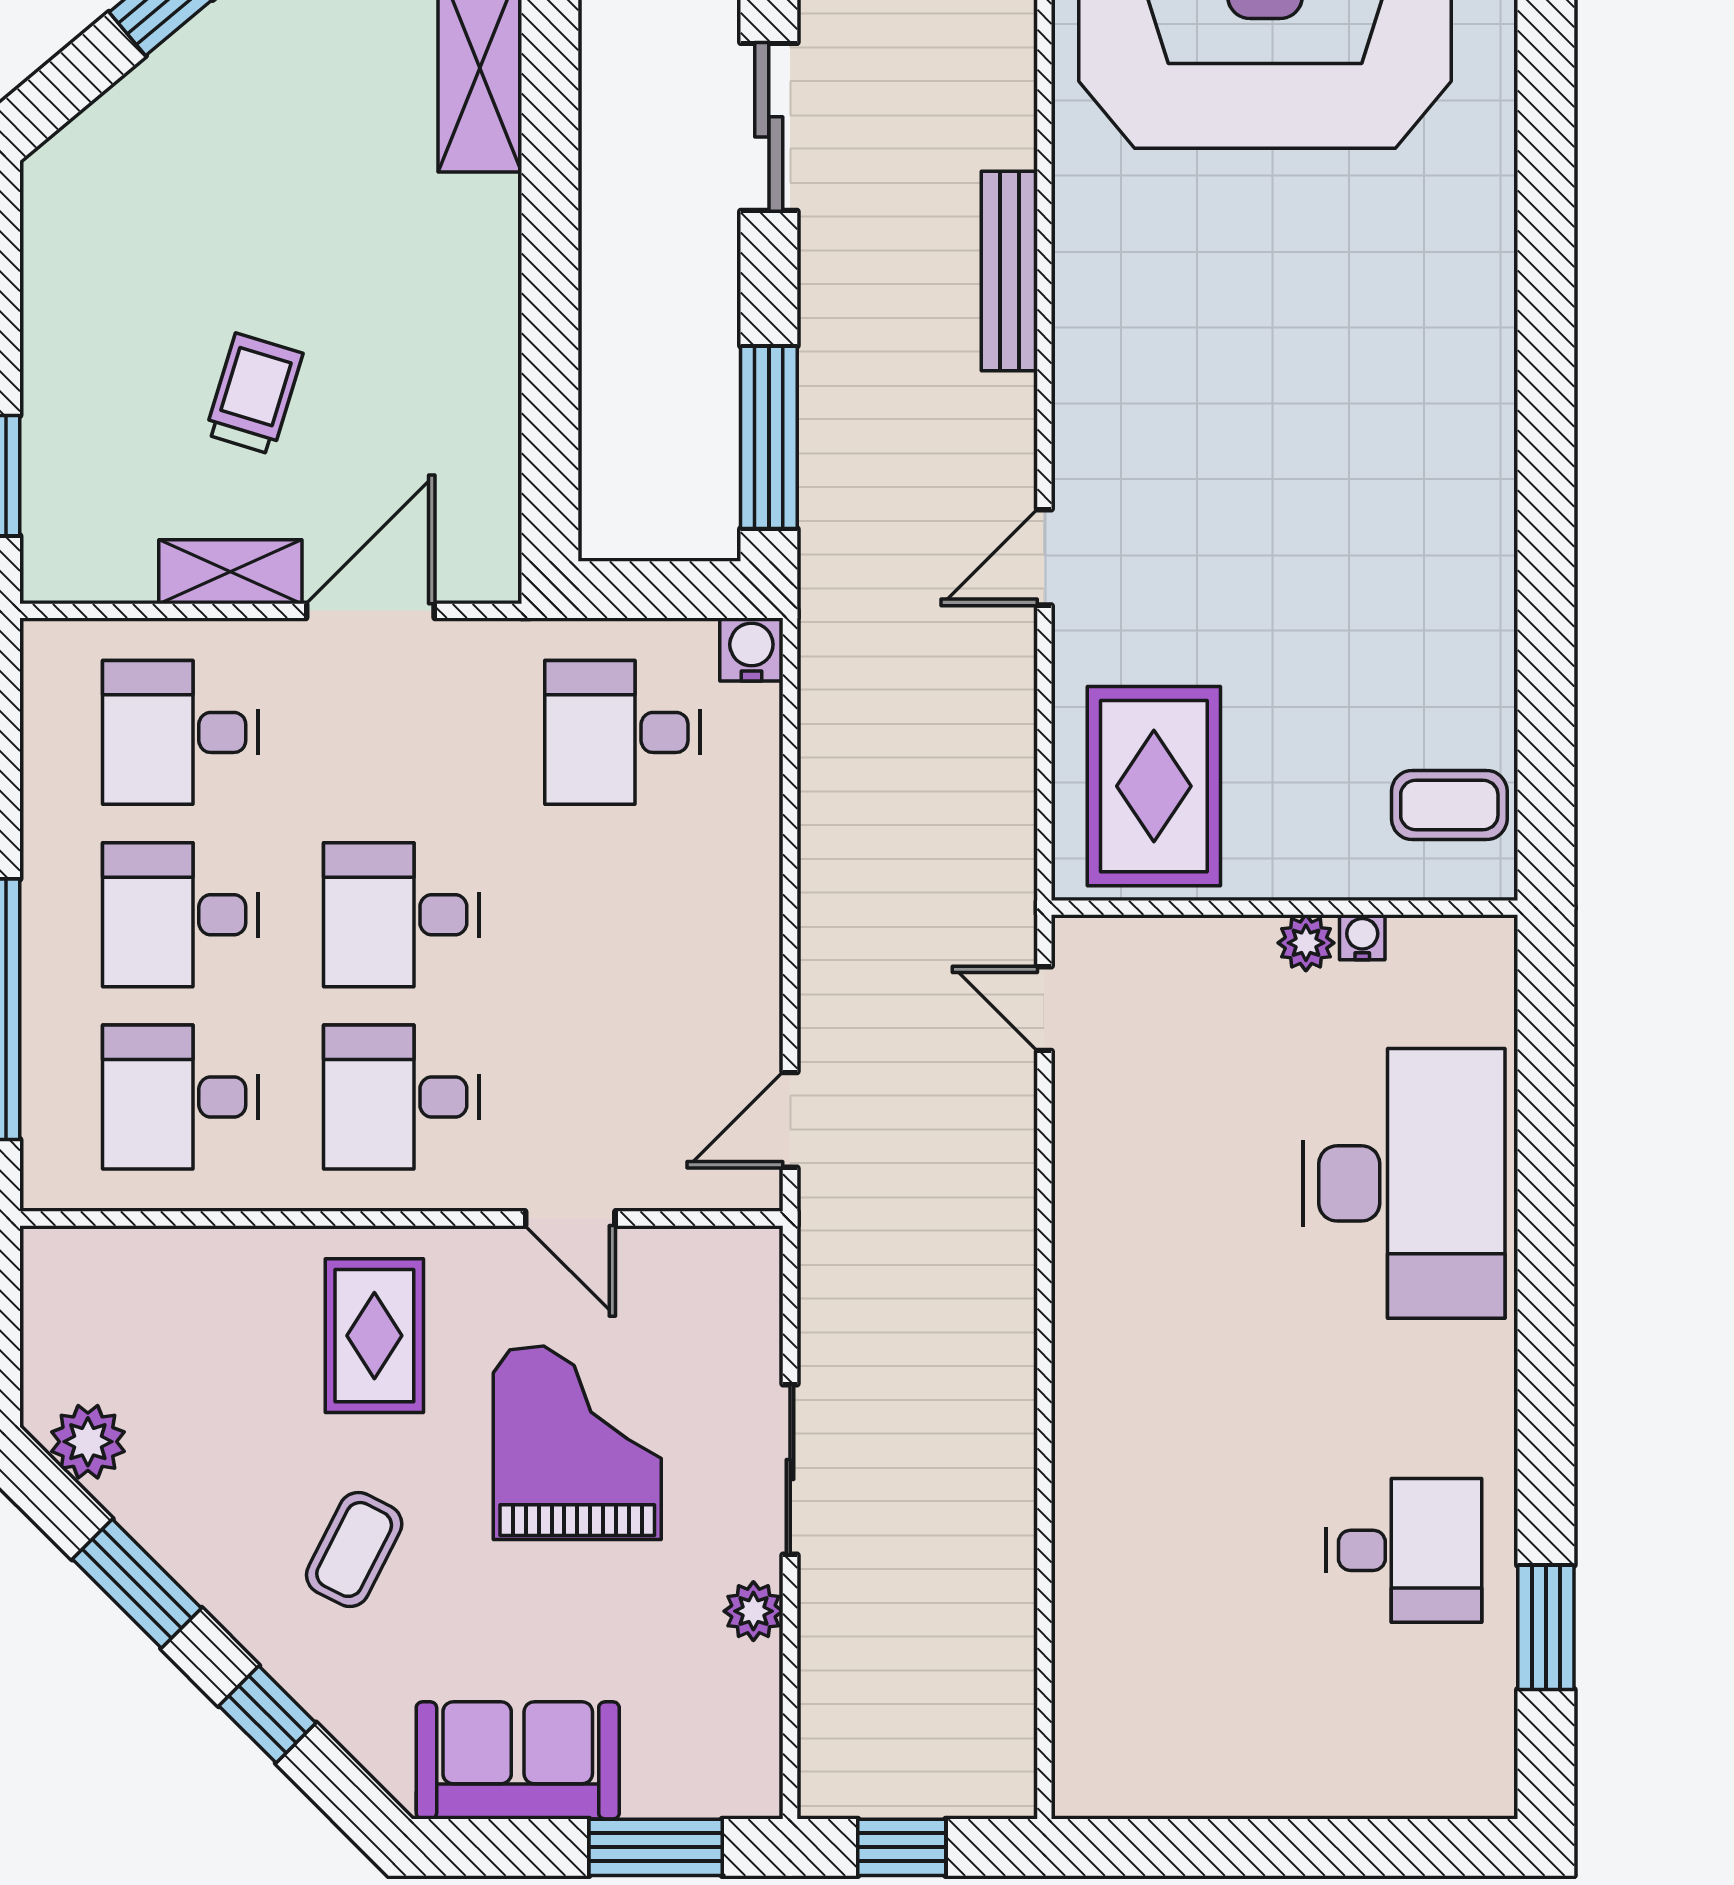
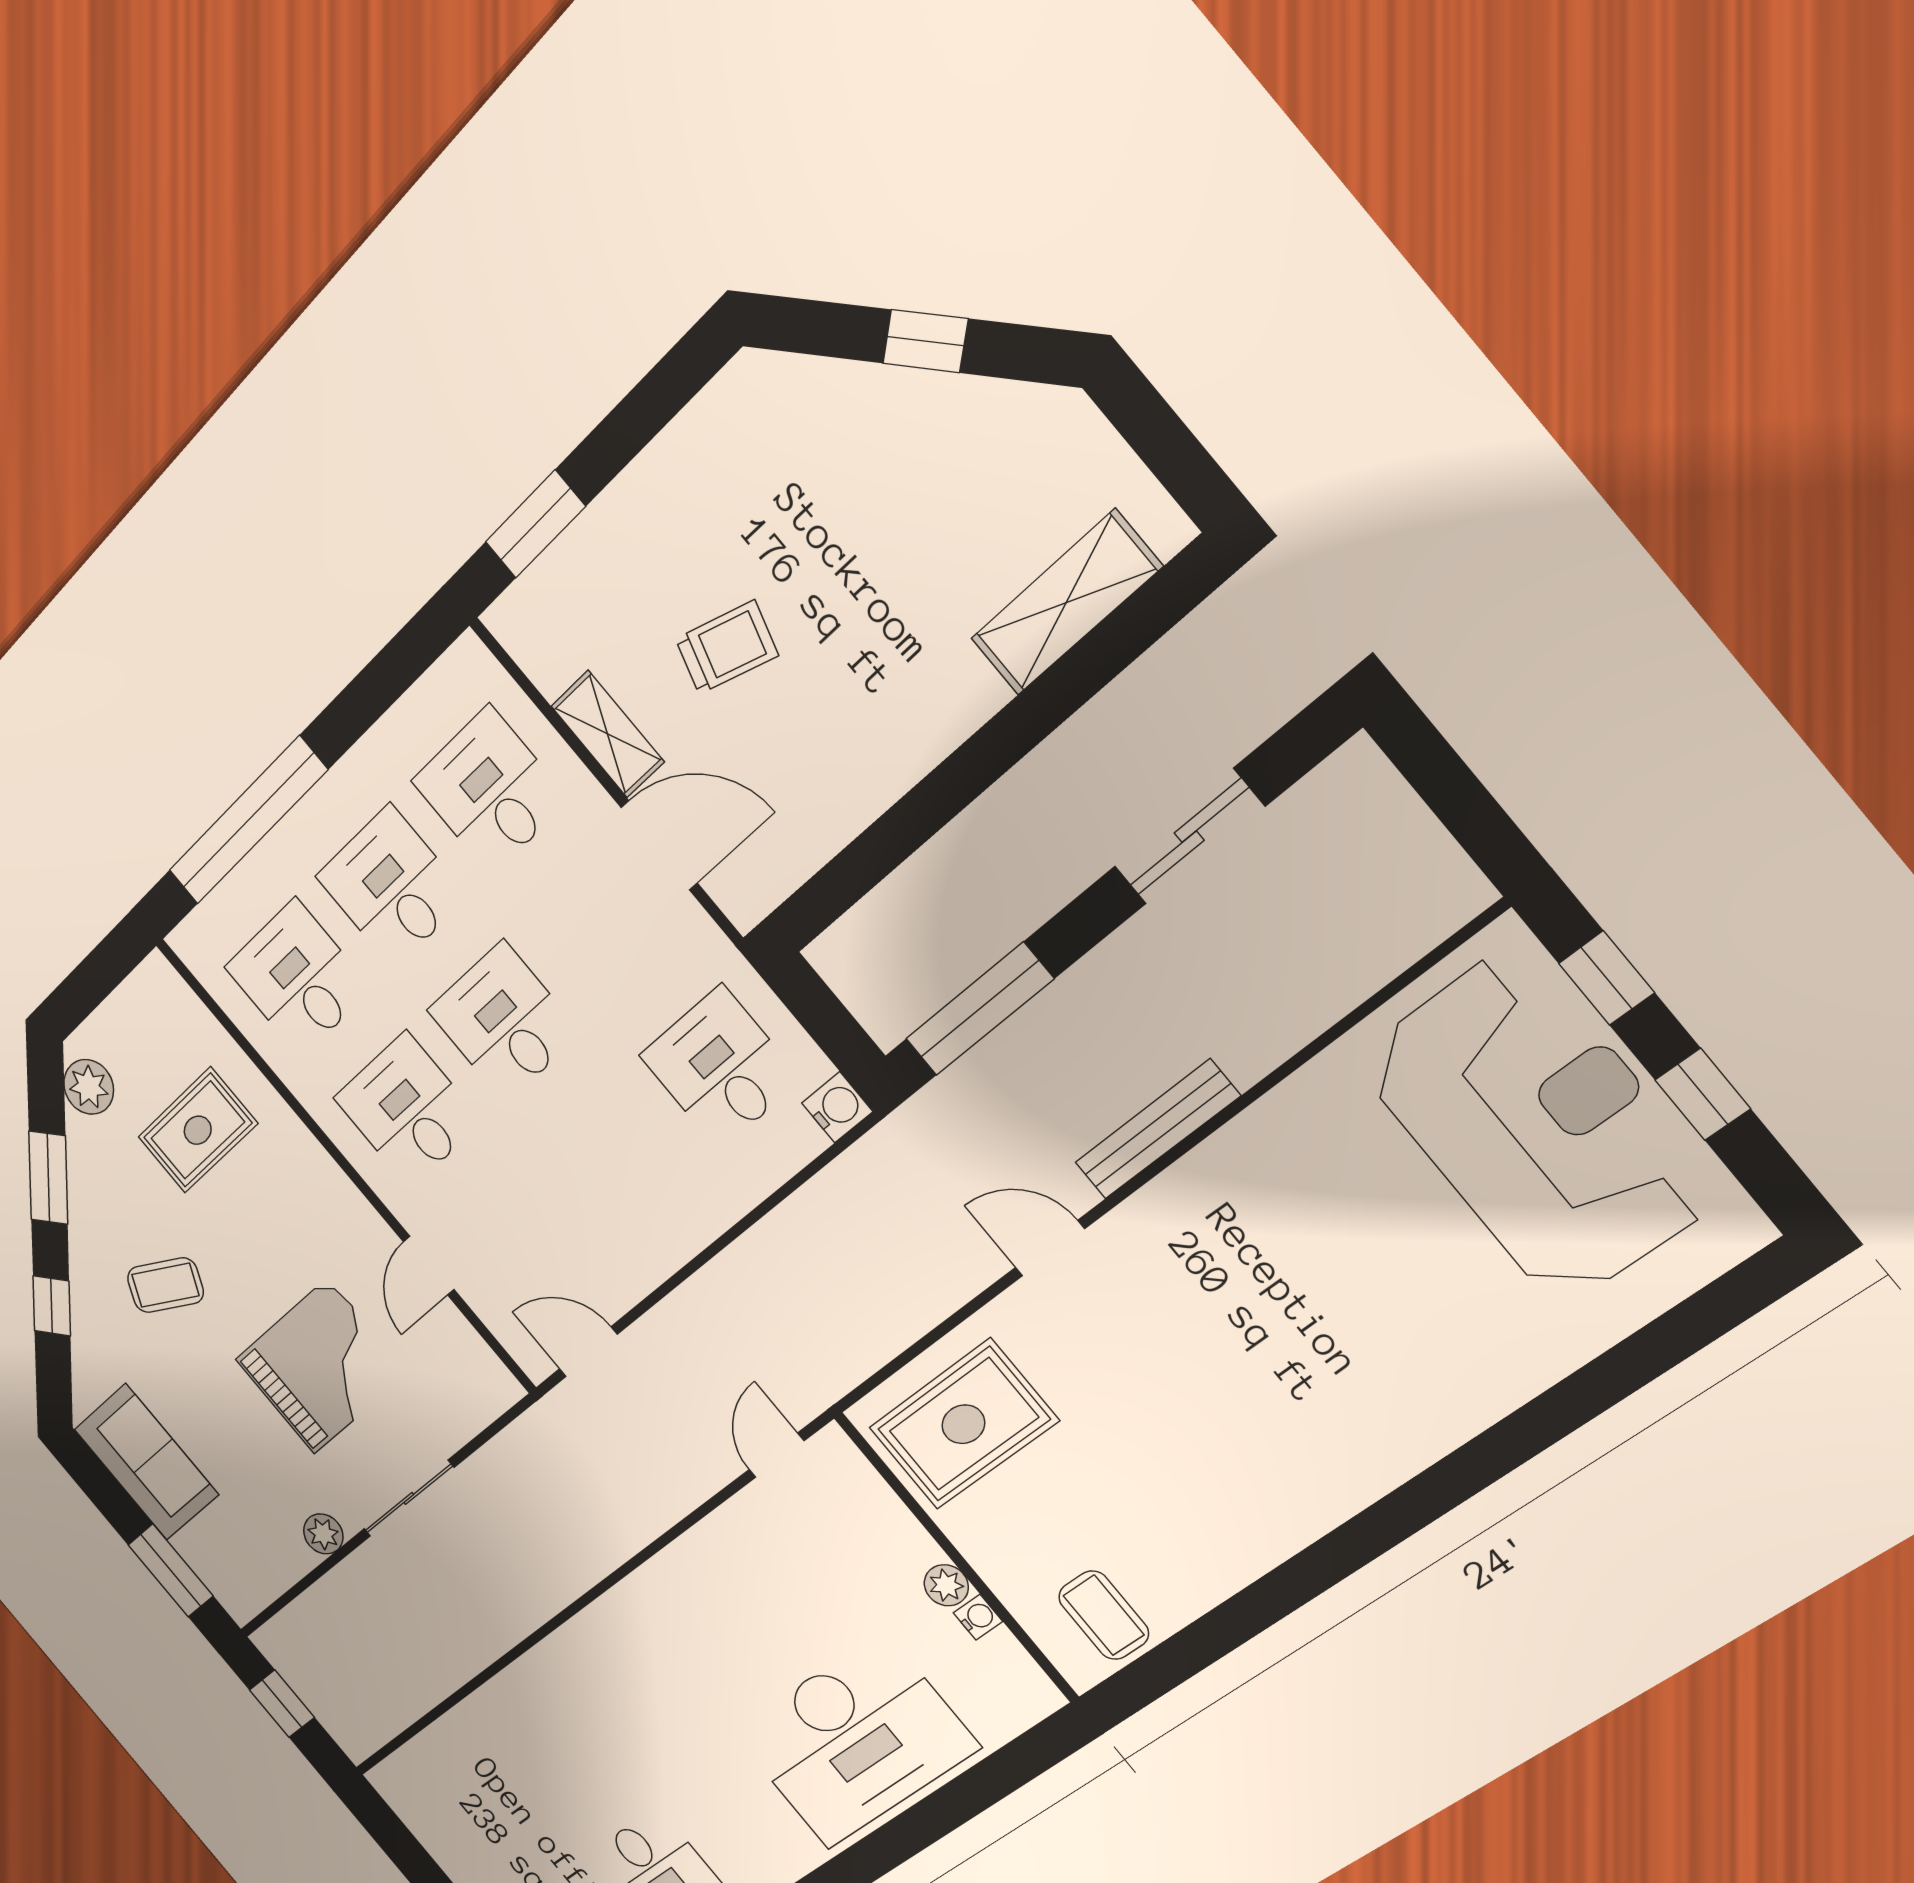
bench: (1009, 271) -> (1157, 1129), moved
rug: (374, 1336) -> (198, 1130), moved

